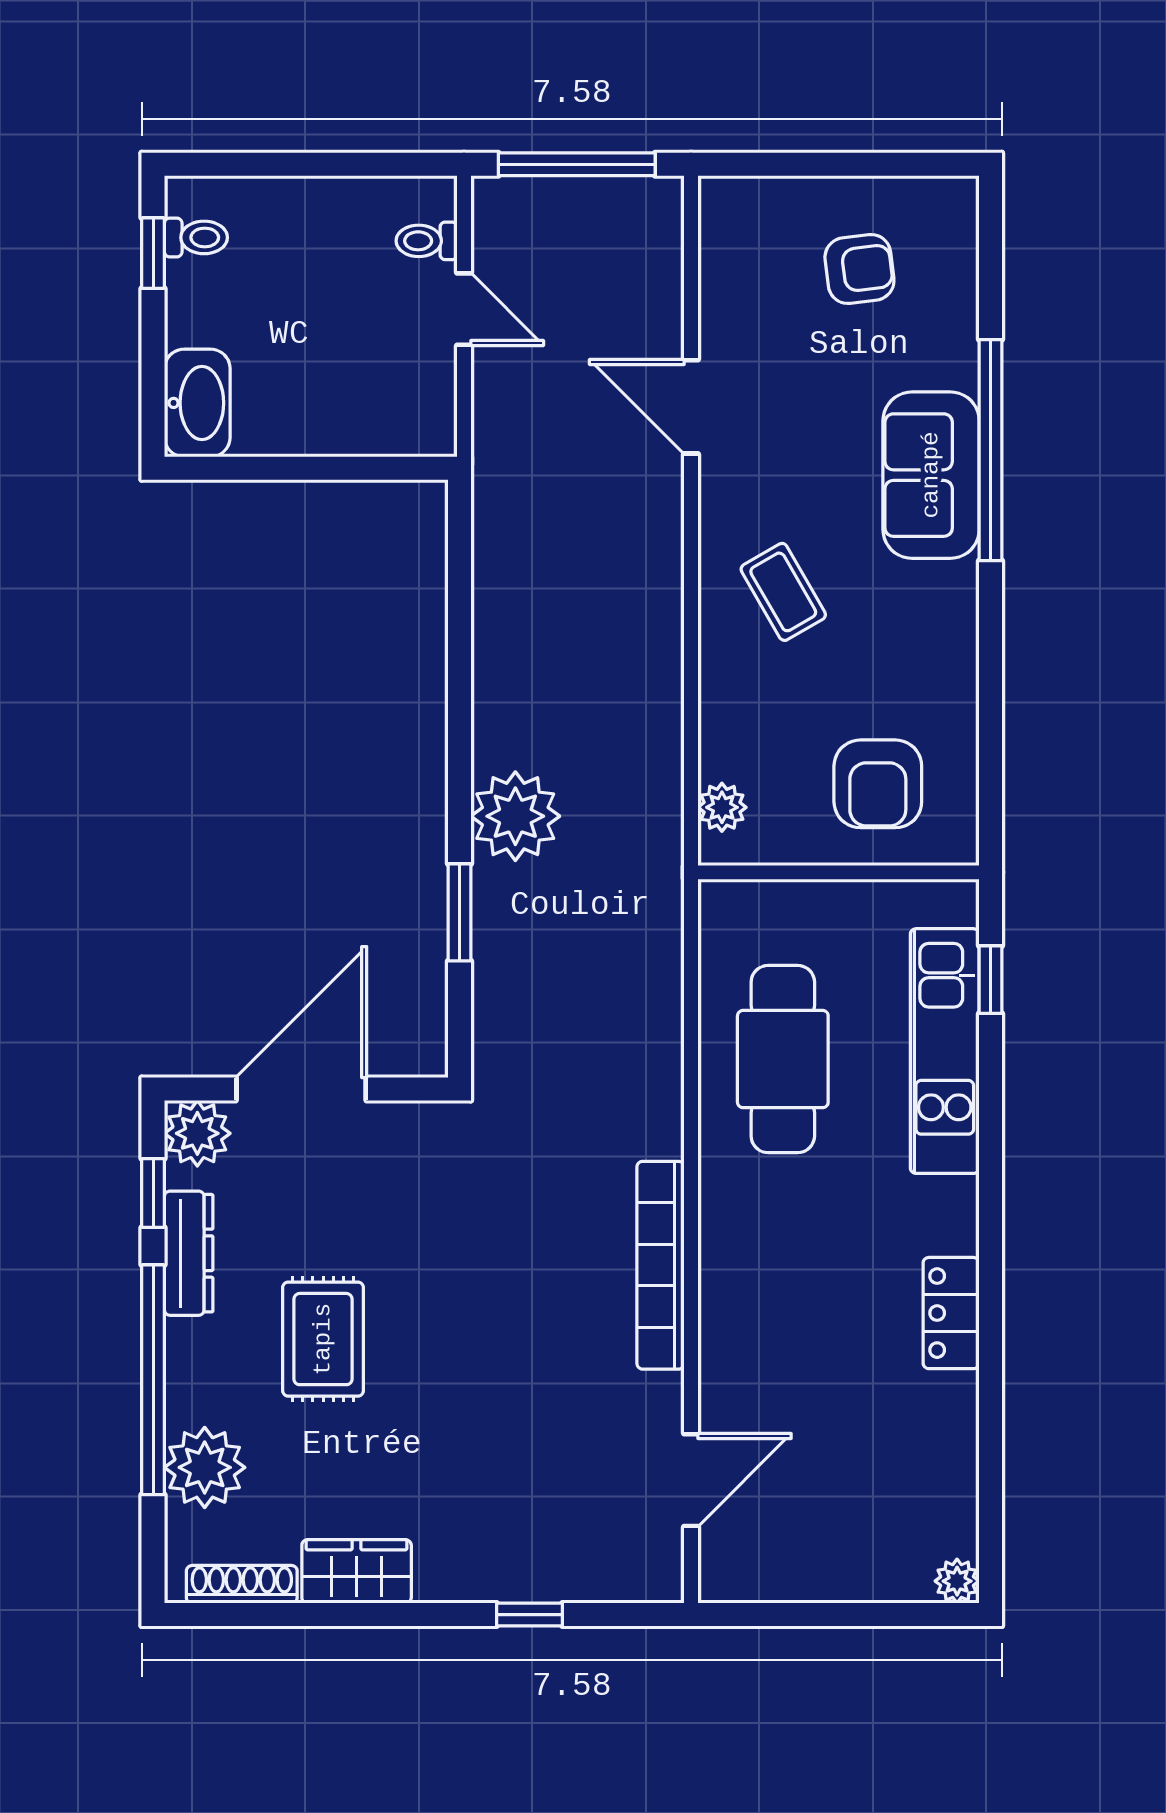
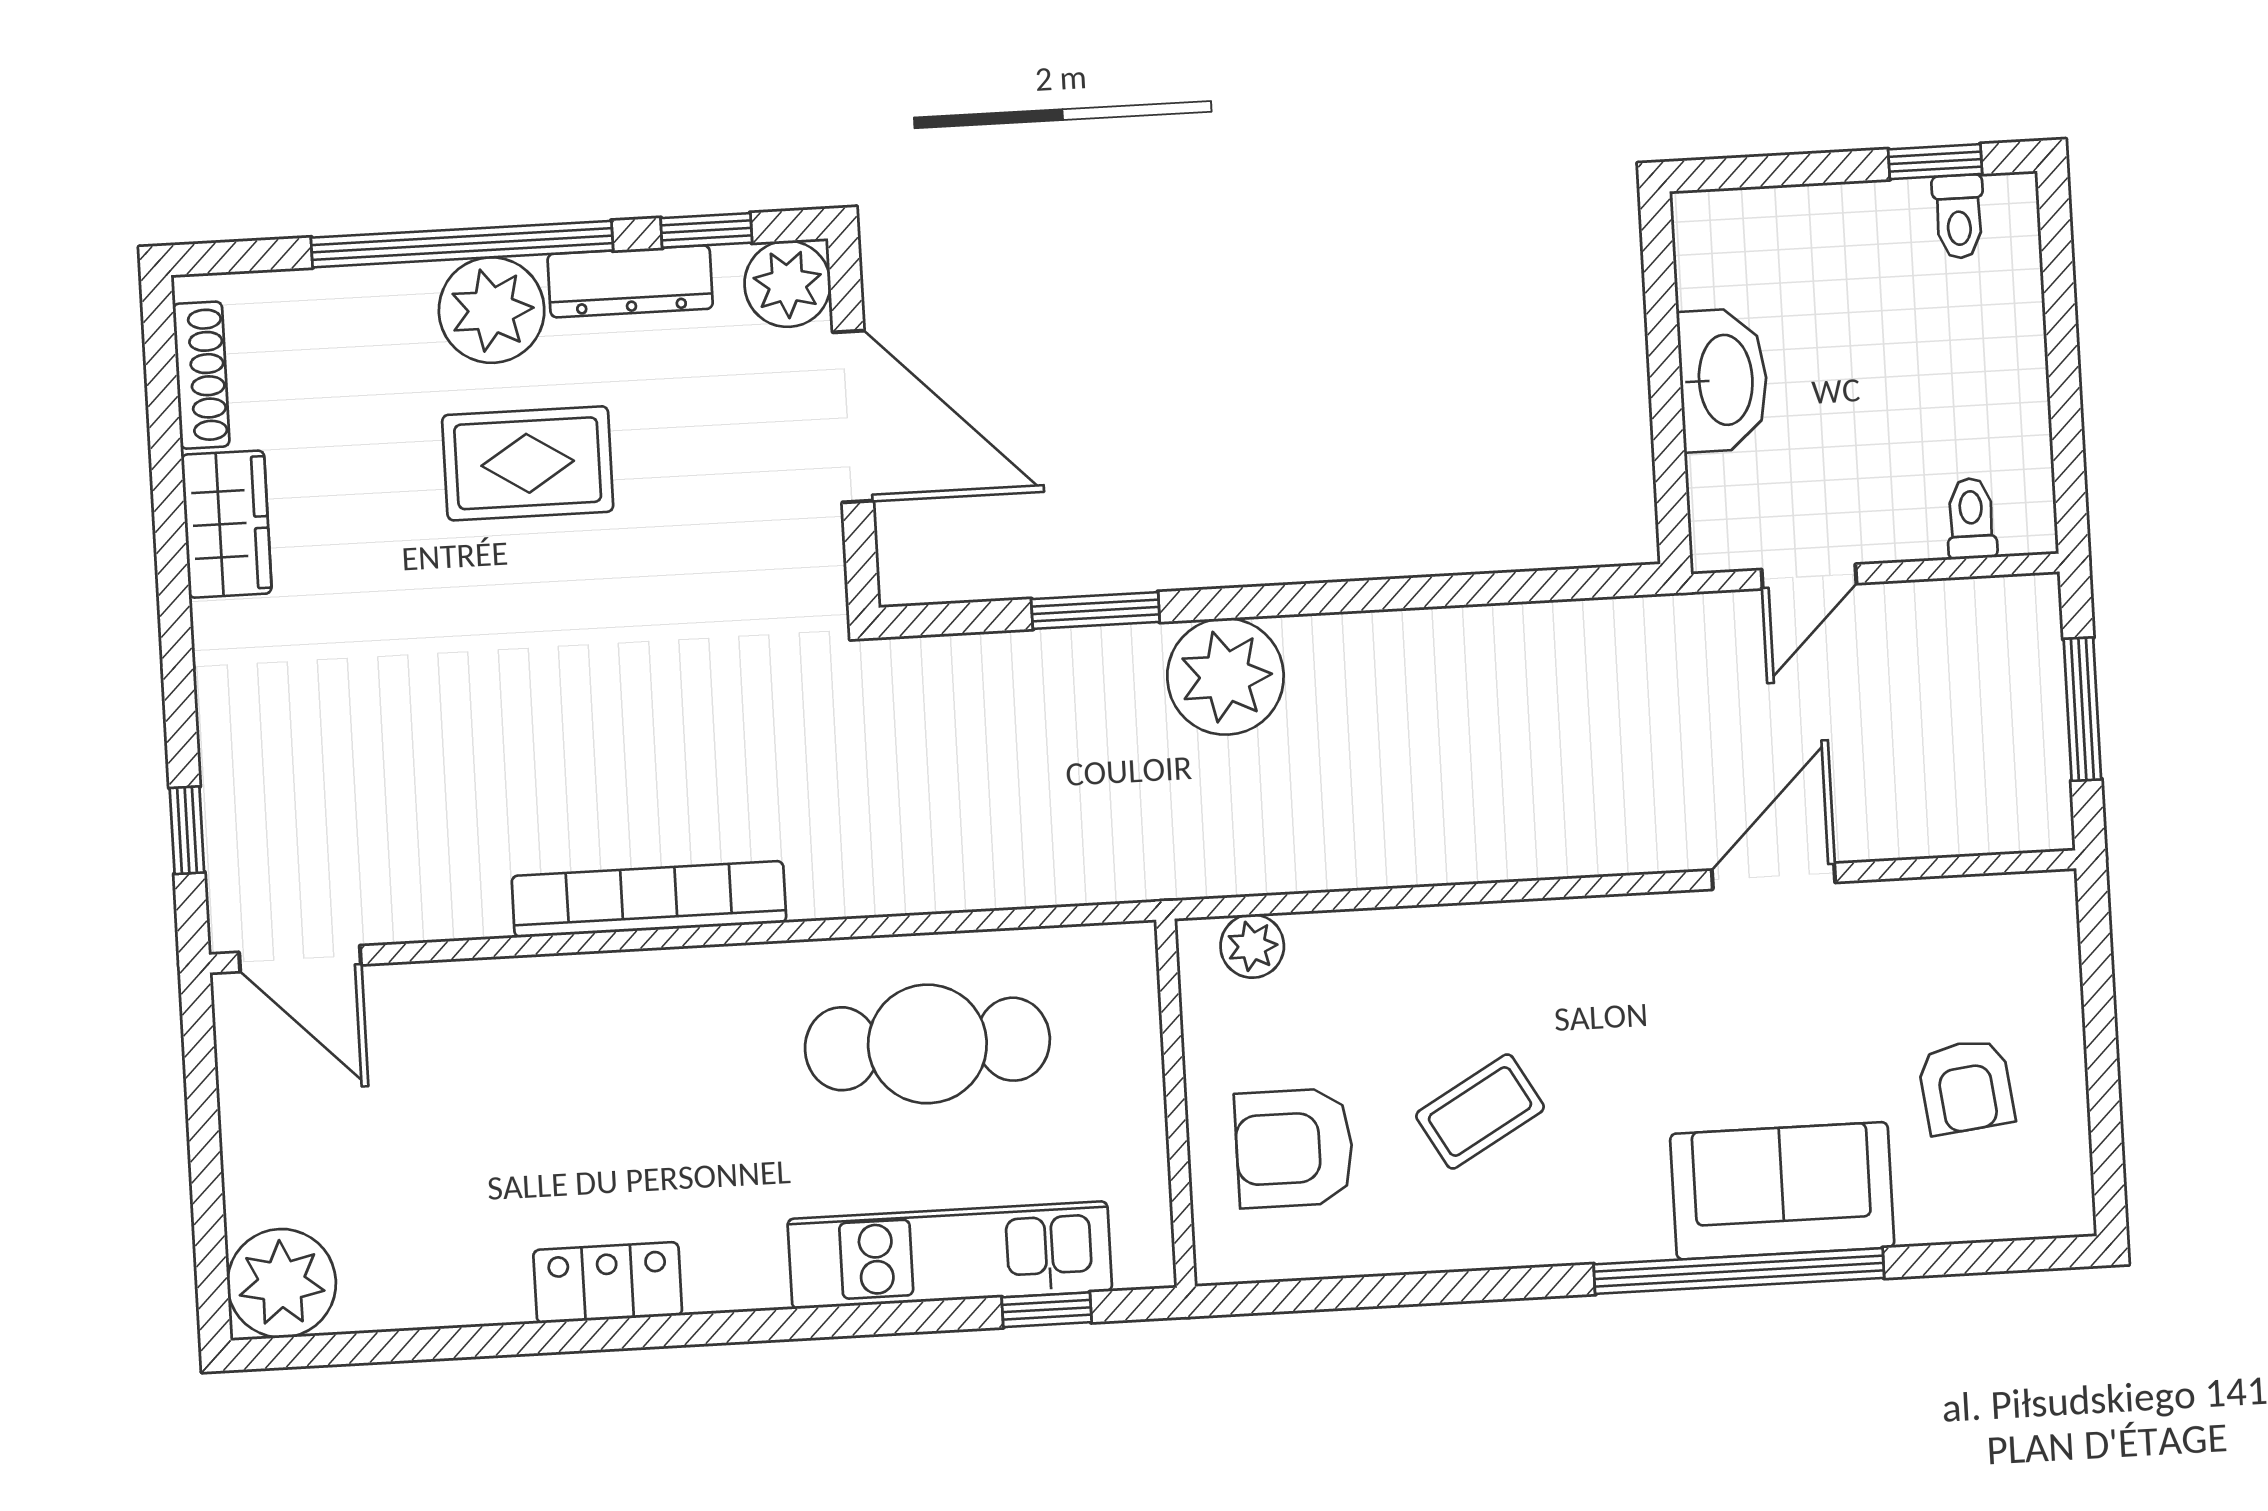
window: (577, 164) -> (2082, 709), width x0.69
door: (464, 309) -> (1809, 577), moved
washbasin: (197, 403) -> (1723, 380), moved, turned -90
sofa: (931, 475) -> (1782, 1191), moved
coffee table: (783, 592) -> (1480, 1112), moved
plant: (205, 1467) -> (492, 310), moved
door: (691, 1480) -> (300, 959), moved
plant: (957, 1581) -> (282, 1283), width x1.88, depth x1.88
window: (530, 1615) -> (187, 830), moved

